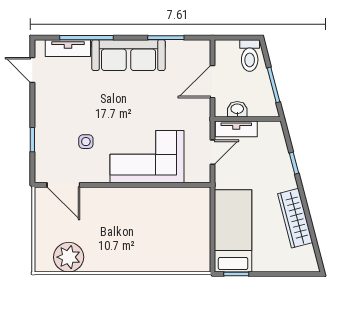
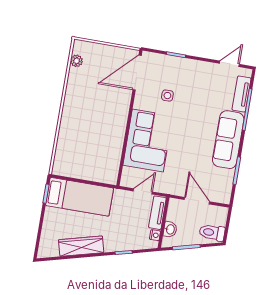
washbasin: (237, 109) -> (170, 229), moved
nightstand: (265, 127) -> (155, 235), added
door: (213, 152) -> (143, 191), swing flipped
door: (63, 185) -> (137, 73), width x1.36
plant: (69, 257) -> (77, 61), width x0.53, depth x0.53

